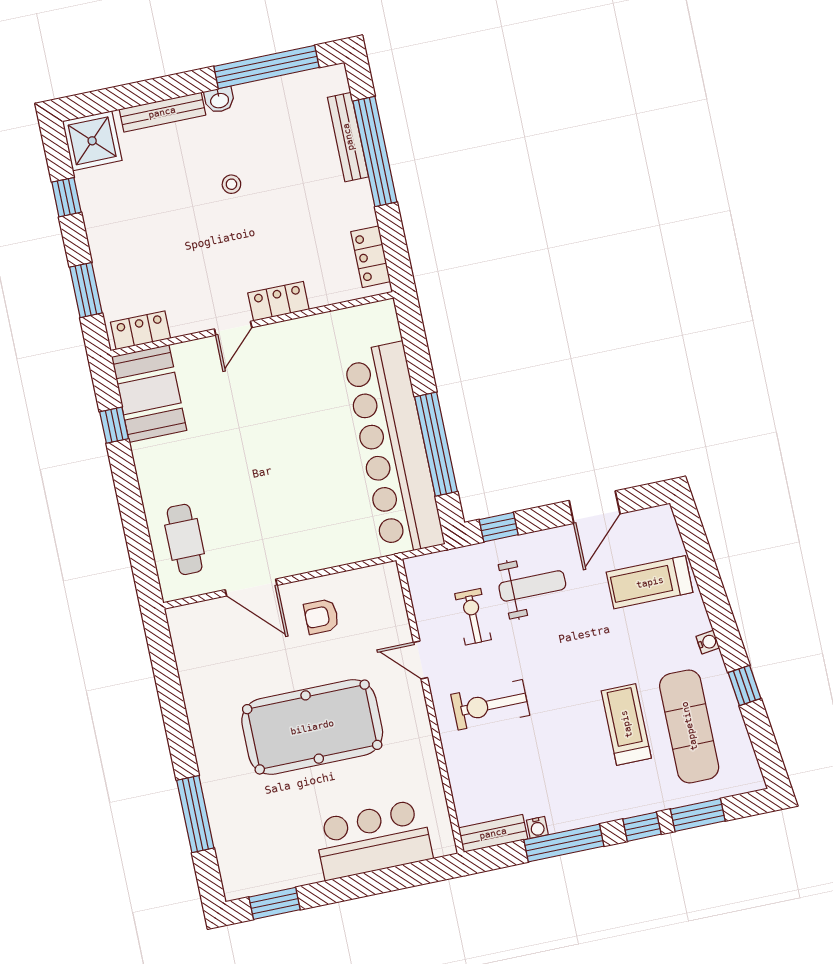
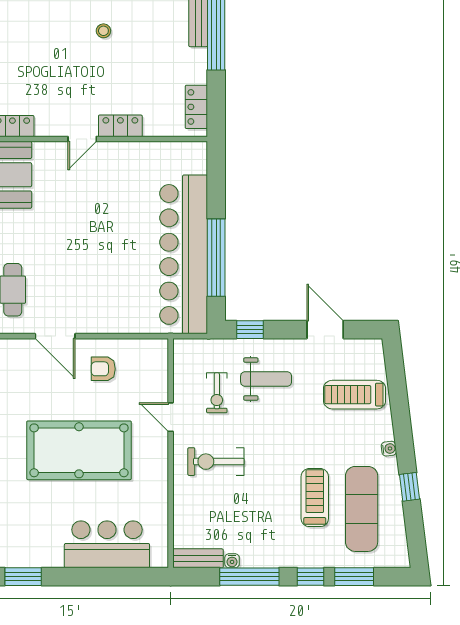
door: (595, 507) -> (325, 330), swing flipped
exercise bike: (473, 617) -> (217, 393), turned 180

